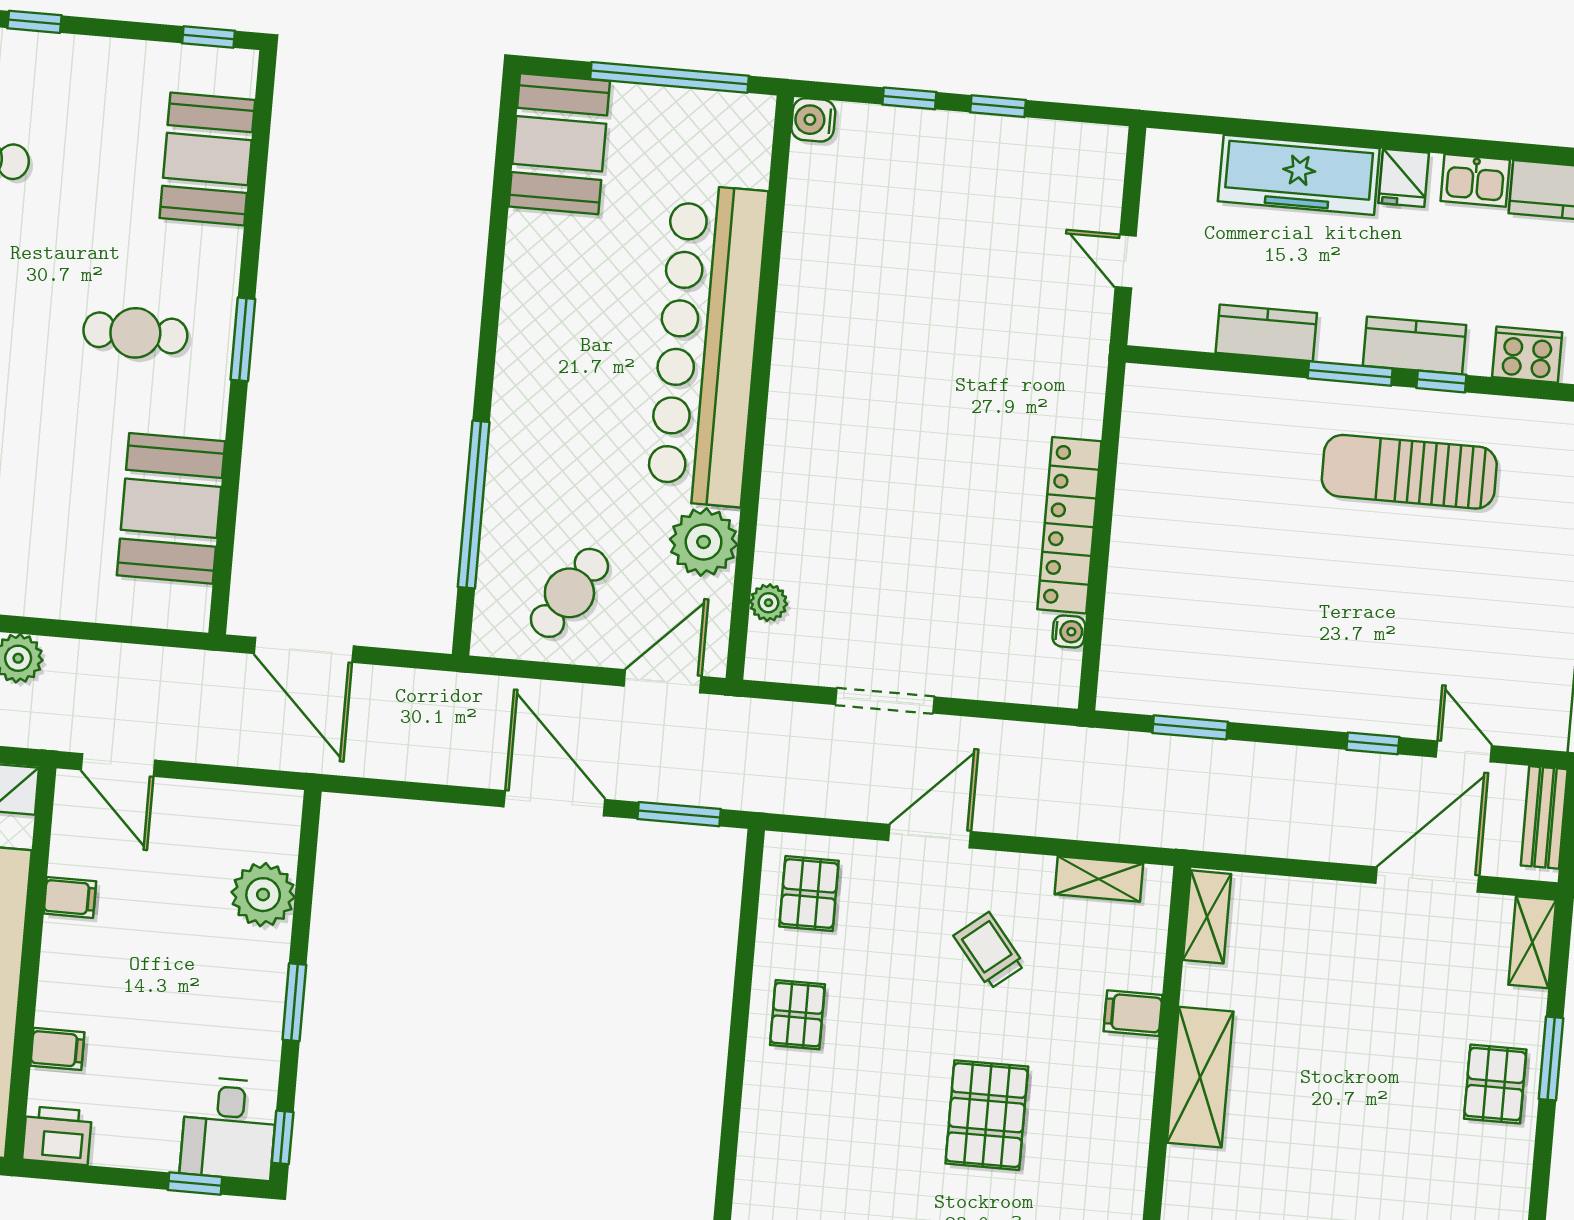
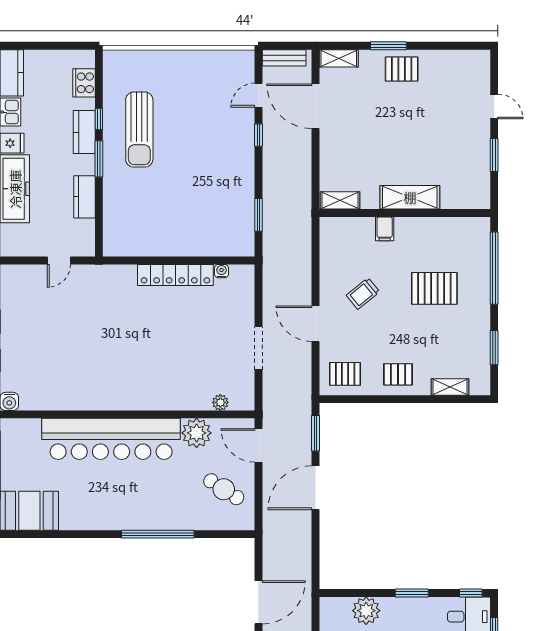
window: (474, 505) -> (158, 534), moved
shelving: (1099, 879) -> (450, 387), moved, turned 90

